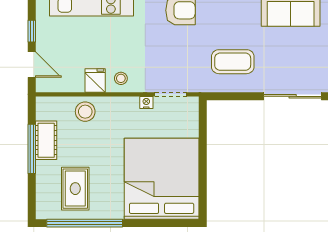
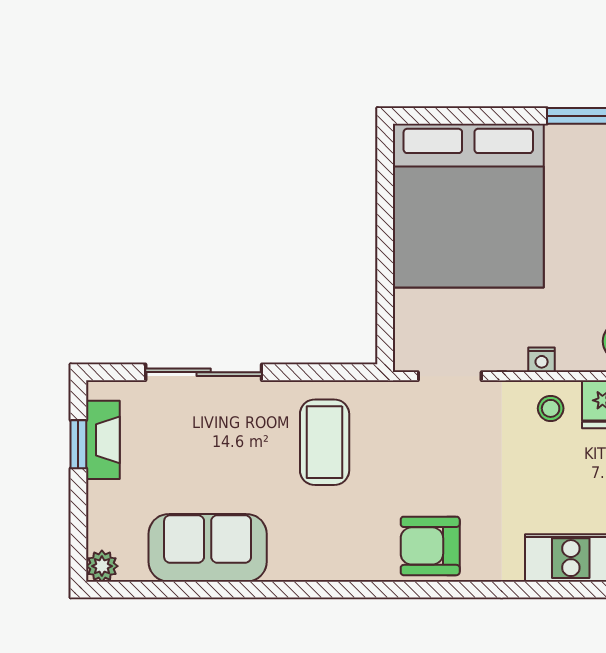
coffee table: (233, 62) -> (325, 442), turned 90
nightstand: (146, 102) -> (542, 360), moved

